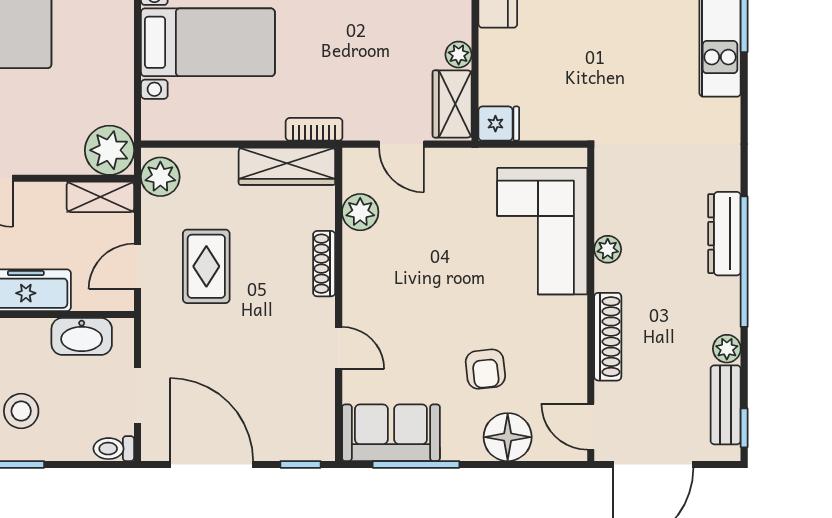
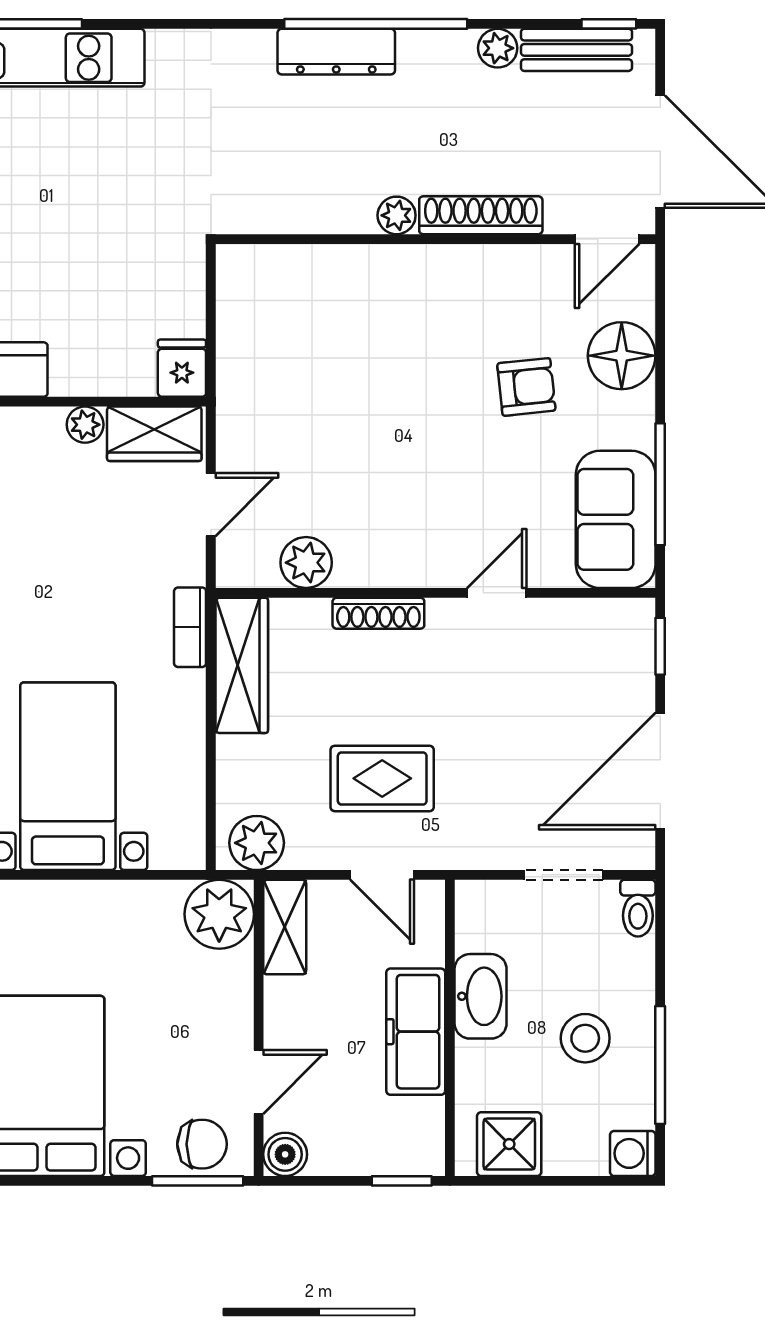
corner sofa: (542, 231) -> (333, 307), removed
plant: (608, 249) -> (397, 215), moved
washbasin: (82, 336) -> (481, 996), moved

